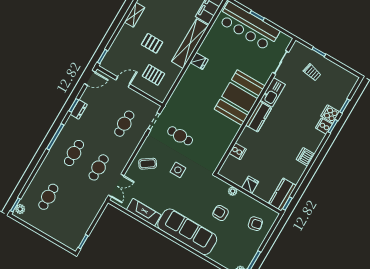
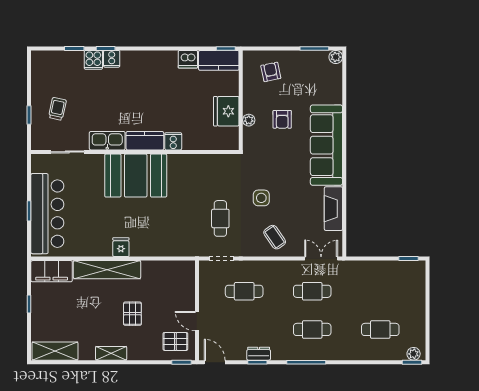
pallet: (153, 75) -> (175, 341), moved, turned 90
cooker: (238, 151) -> (173, 141), moved
dishwasher: (305, 157) -> (188, 59), moved
fridge: (250, 185) -> (226, 111), width x1.88, depth x1.34

